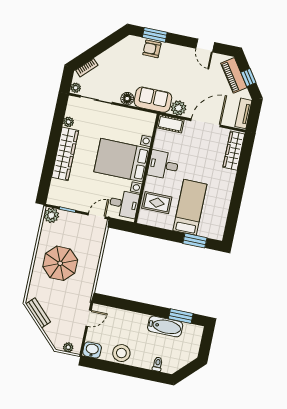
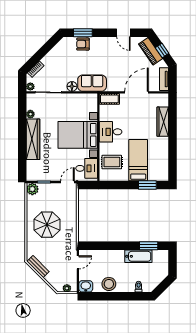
plant: (179, 108) -> (113, 85), removed
wardrobe: (234, 151) -> (163, 122), moved

